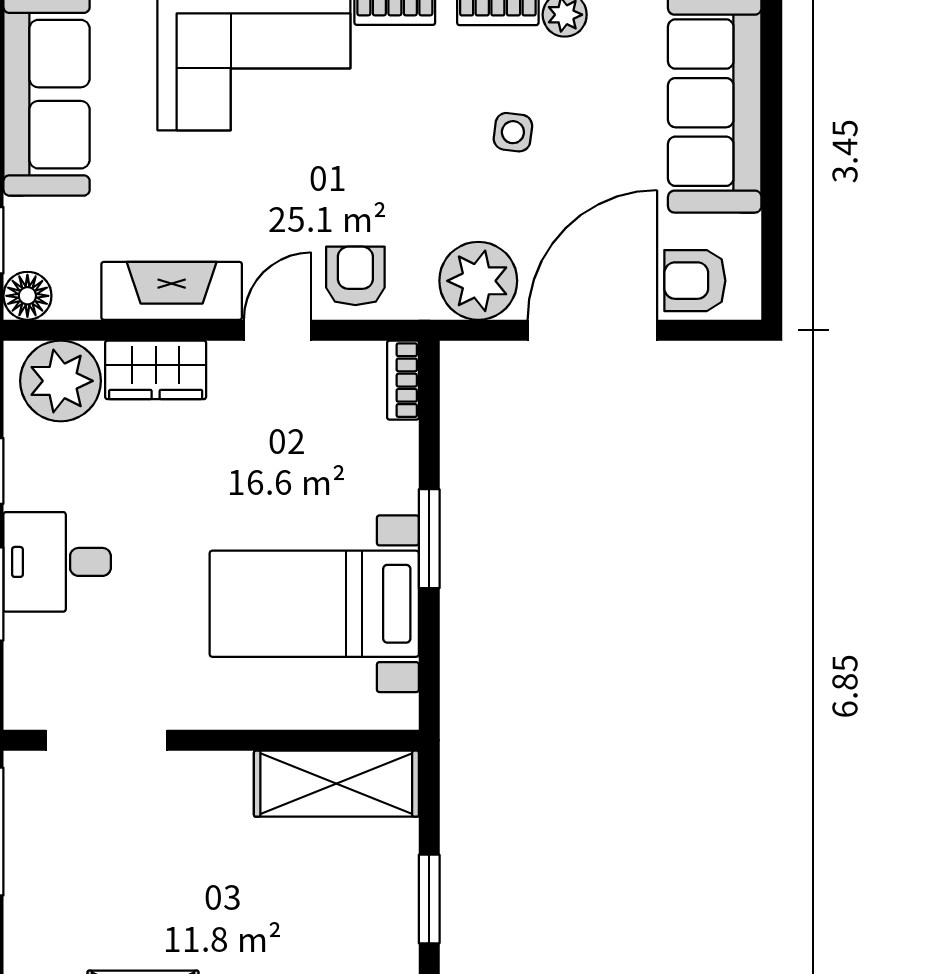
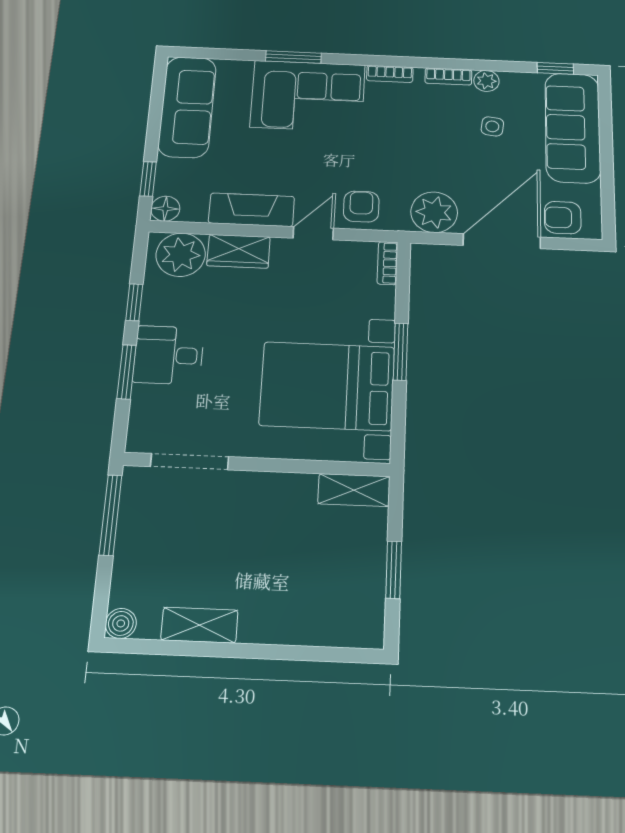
side table: (513, 132) -> (492, 126), moved
bed with nightstands: (314, 604) -> (327, 386), width x1.36
shelving: (336, 784) -> (354, 490), width x0.67, depth x0.75

